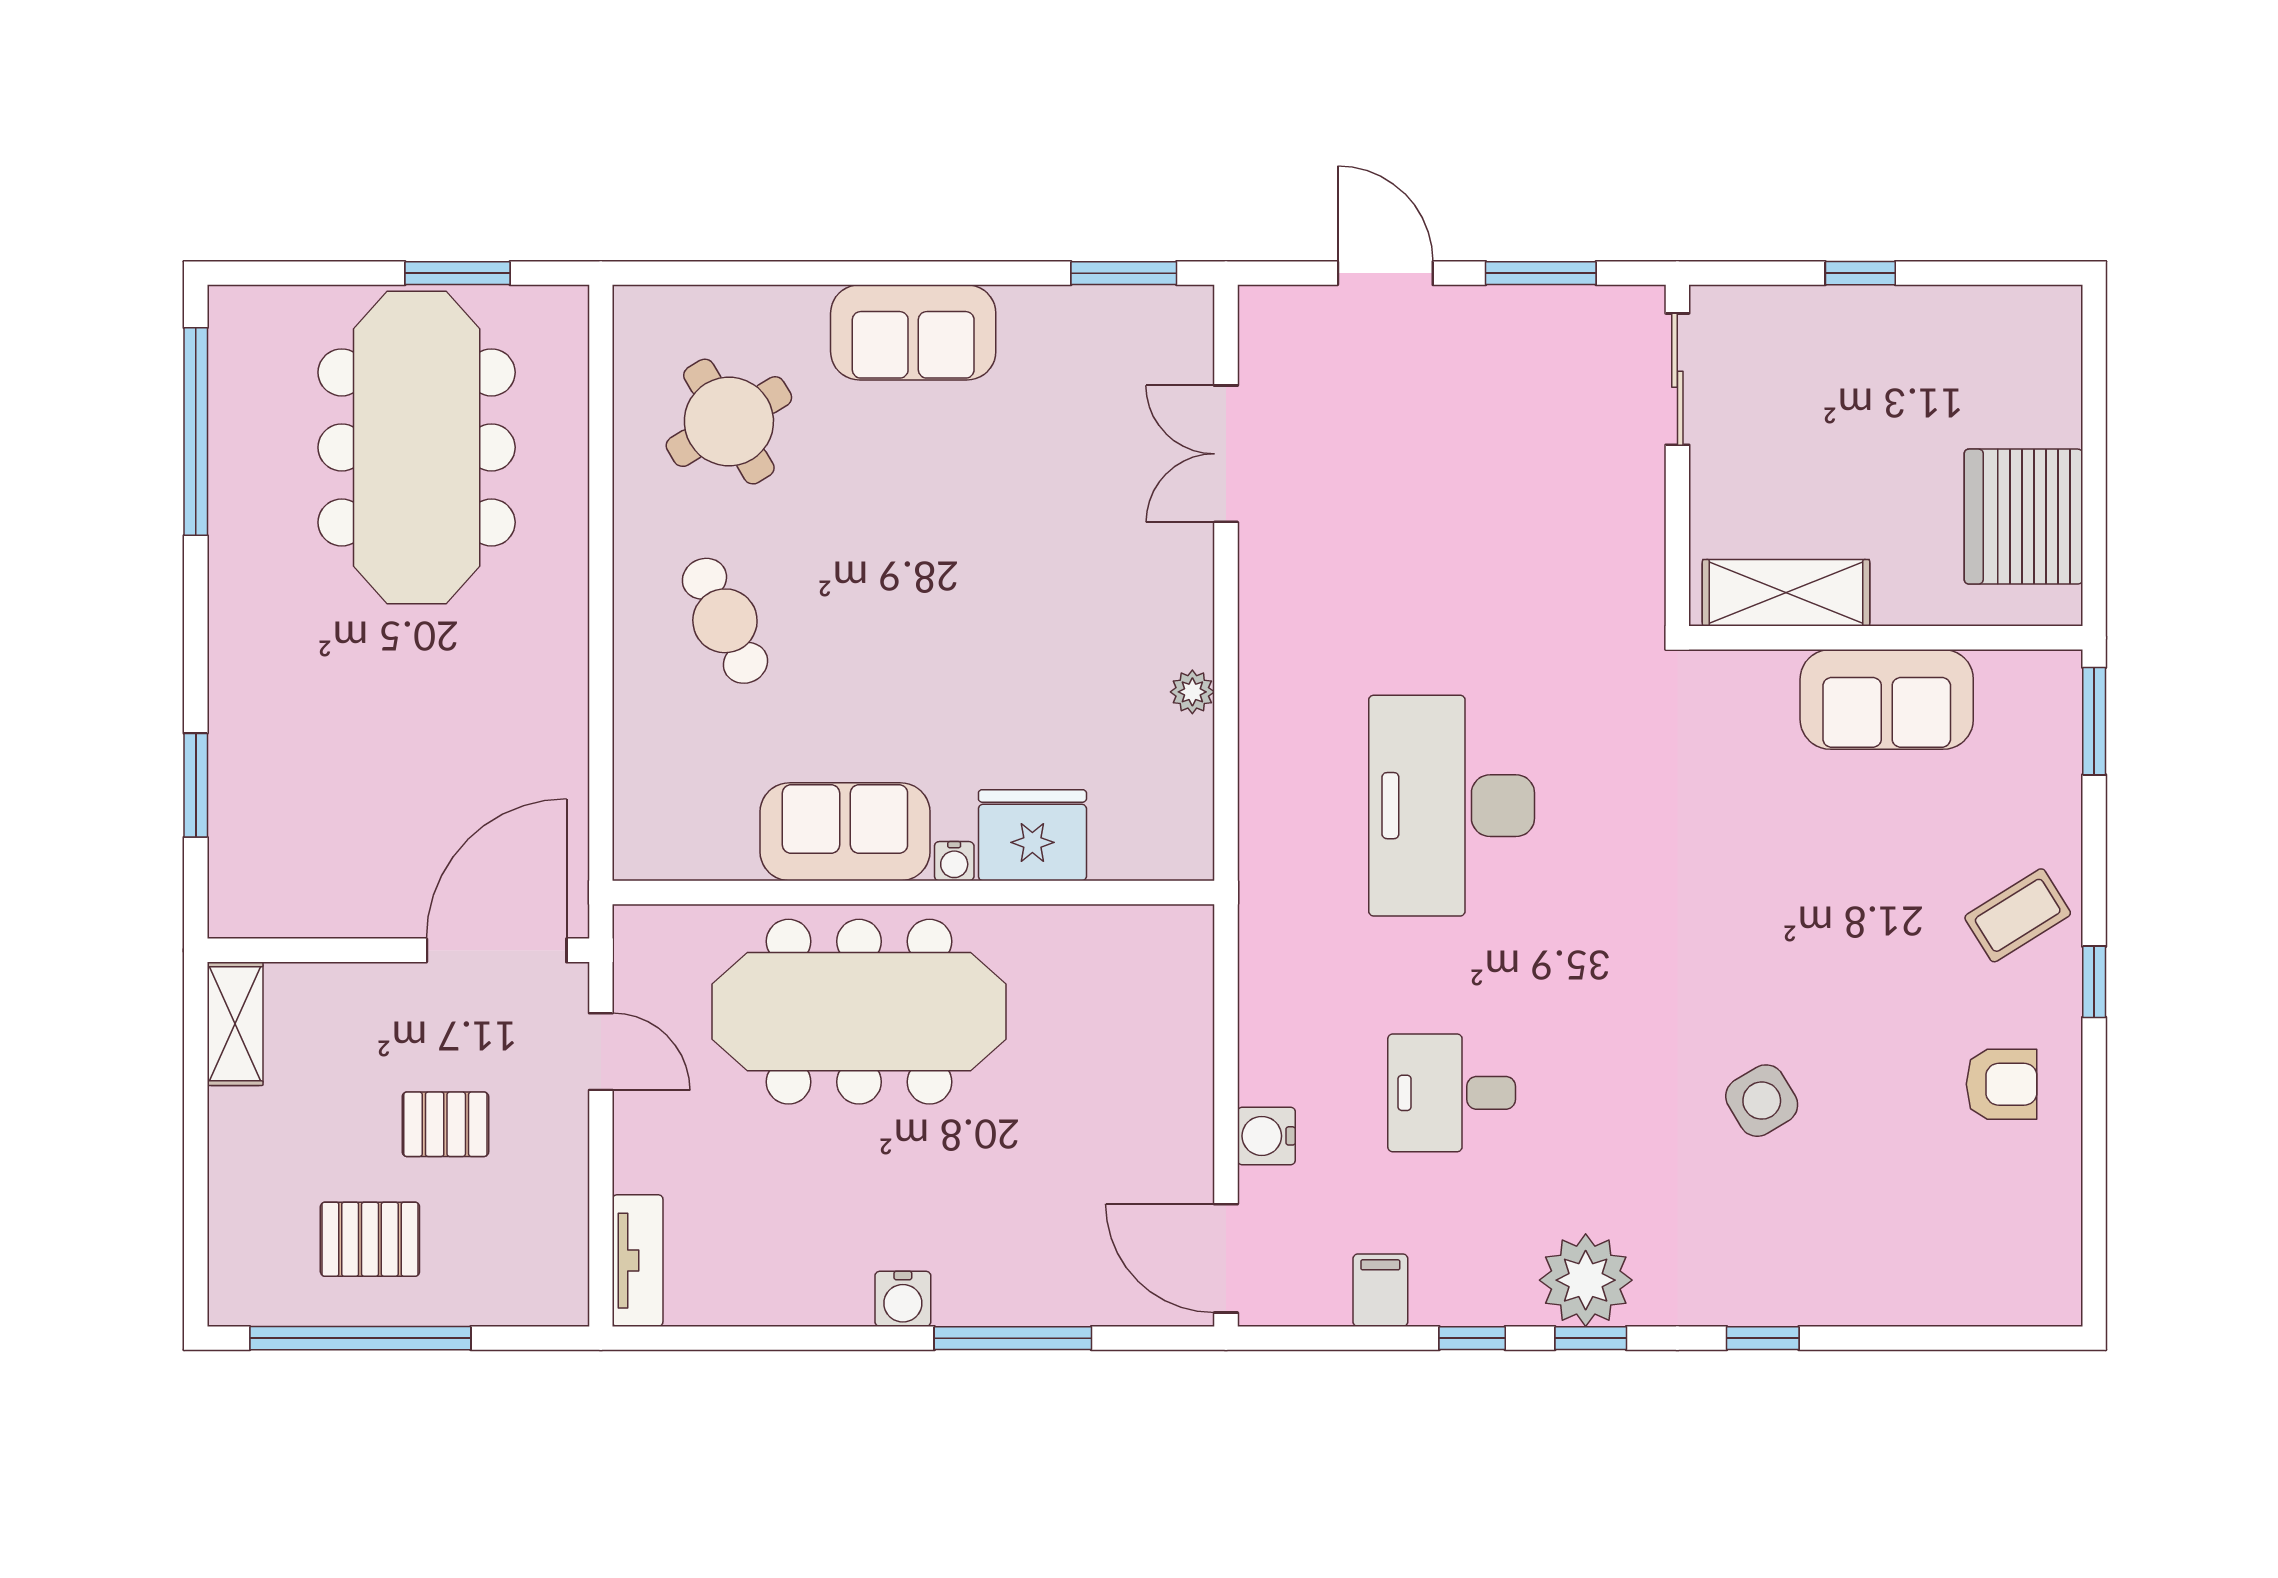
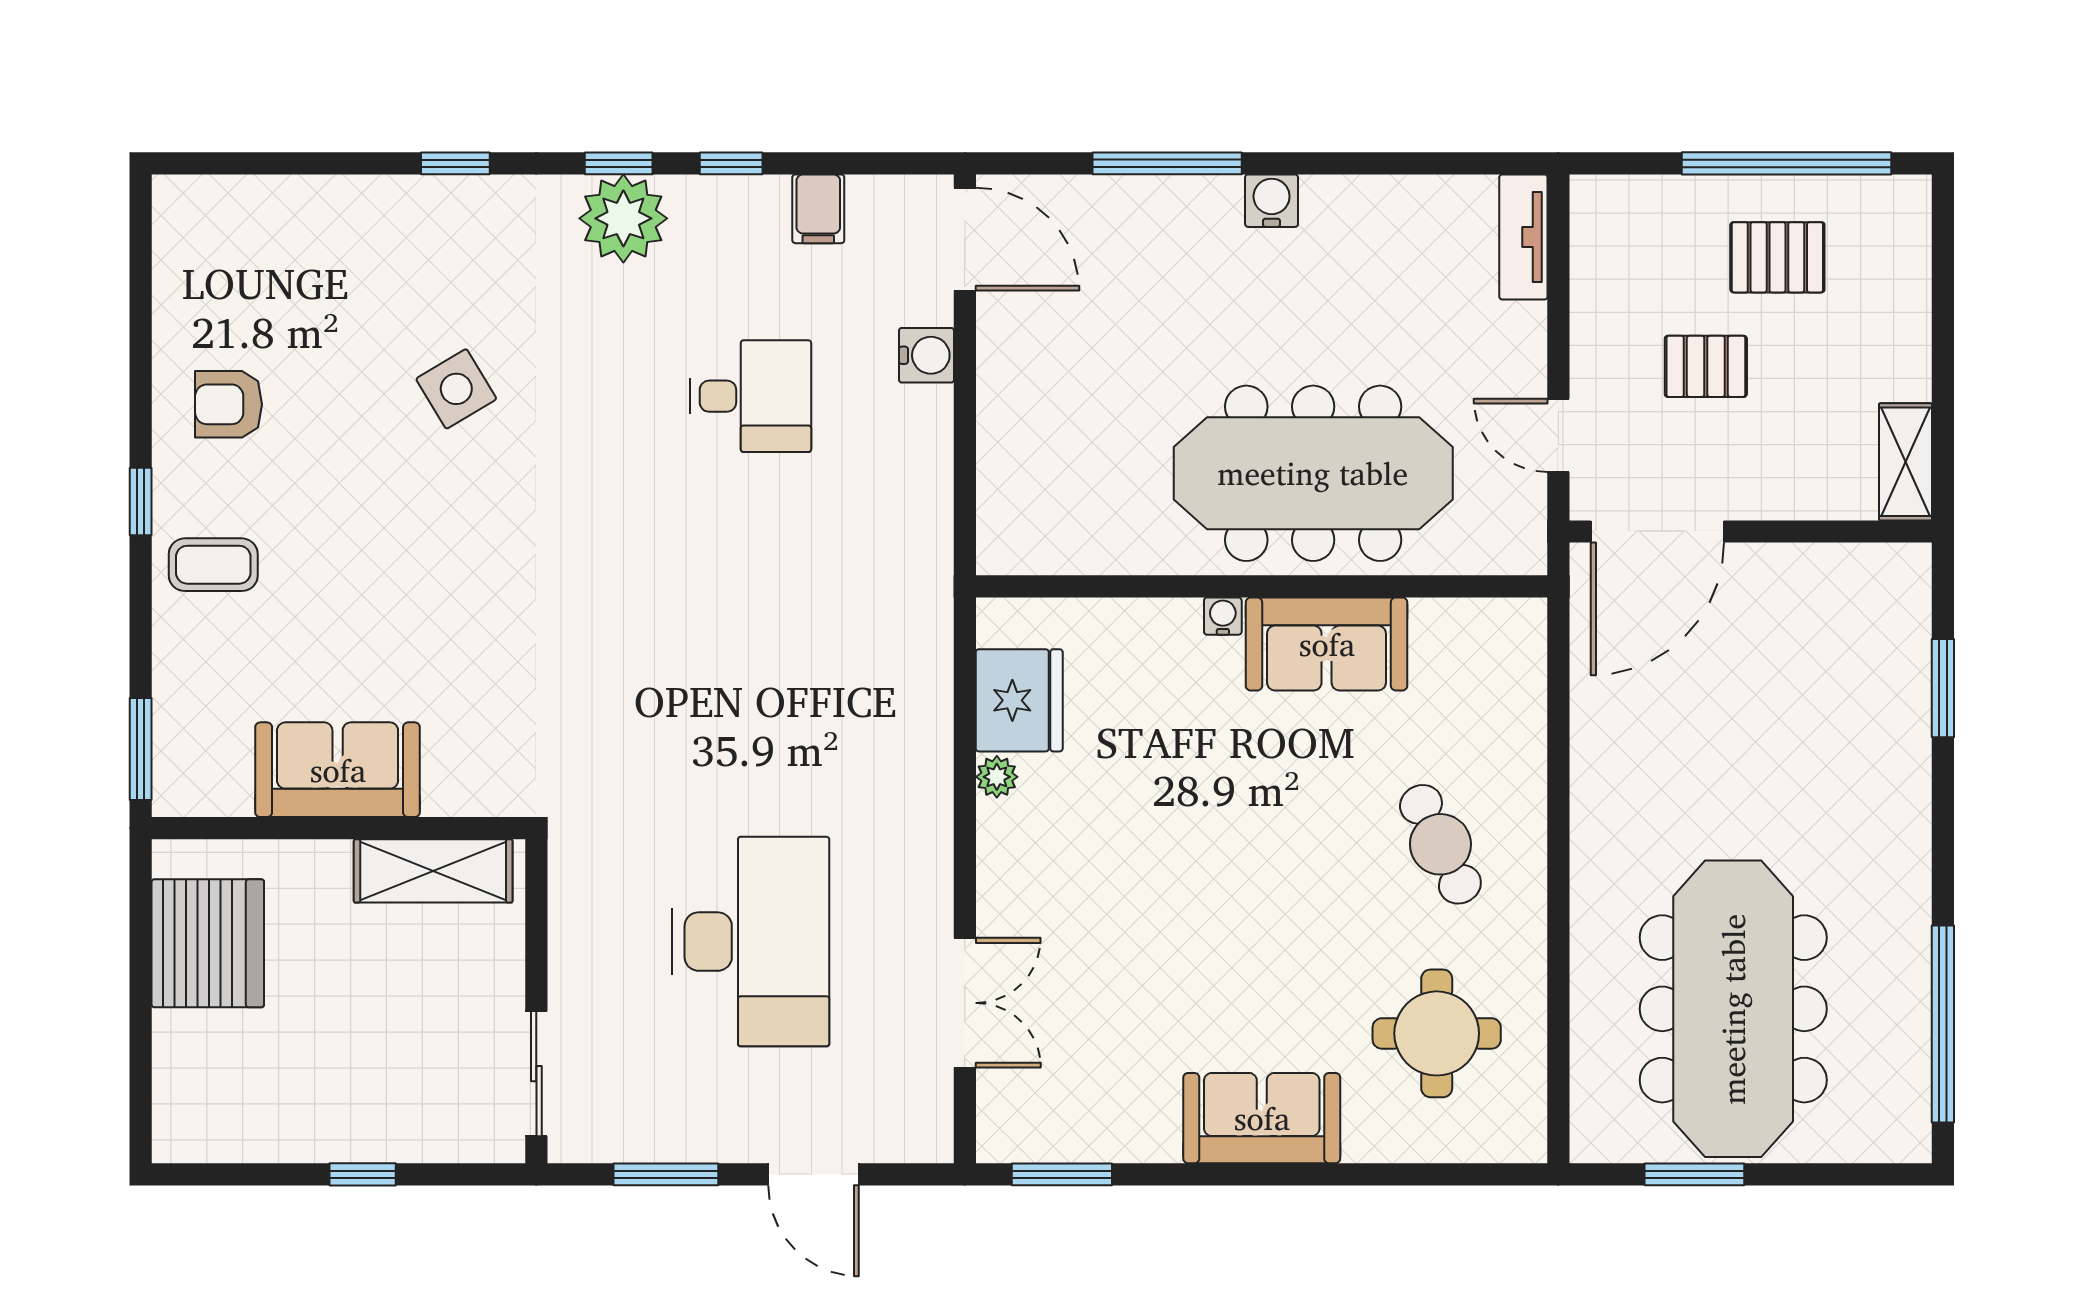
round table: (729, 422) -> (1437, 1033), turned 31
desk: (1452, 806) -> (751, 942), moved
fridge: (1032, 835) -> (1019, 700), moved, turned -90
coffee table: (2018, 915) -> (213, 565), turned 32

